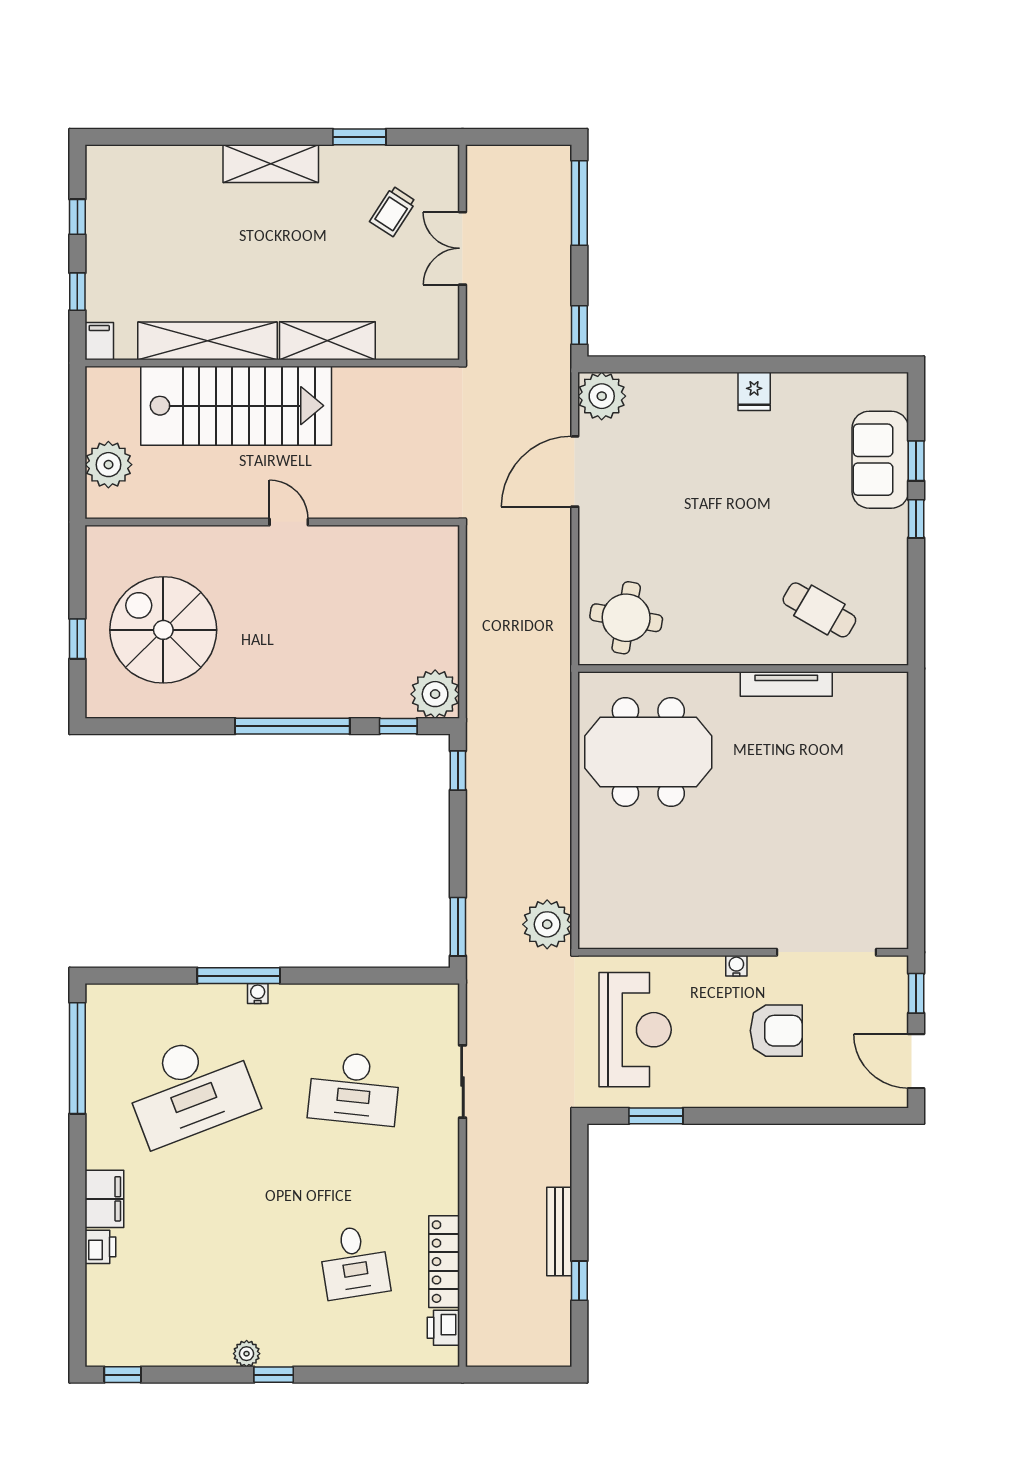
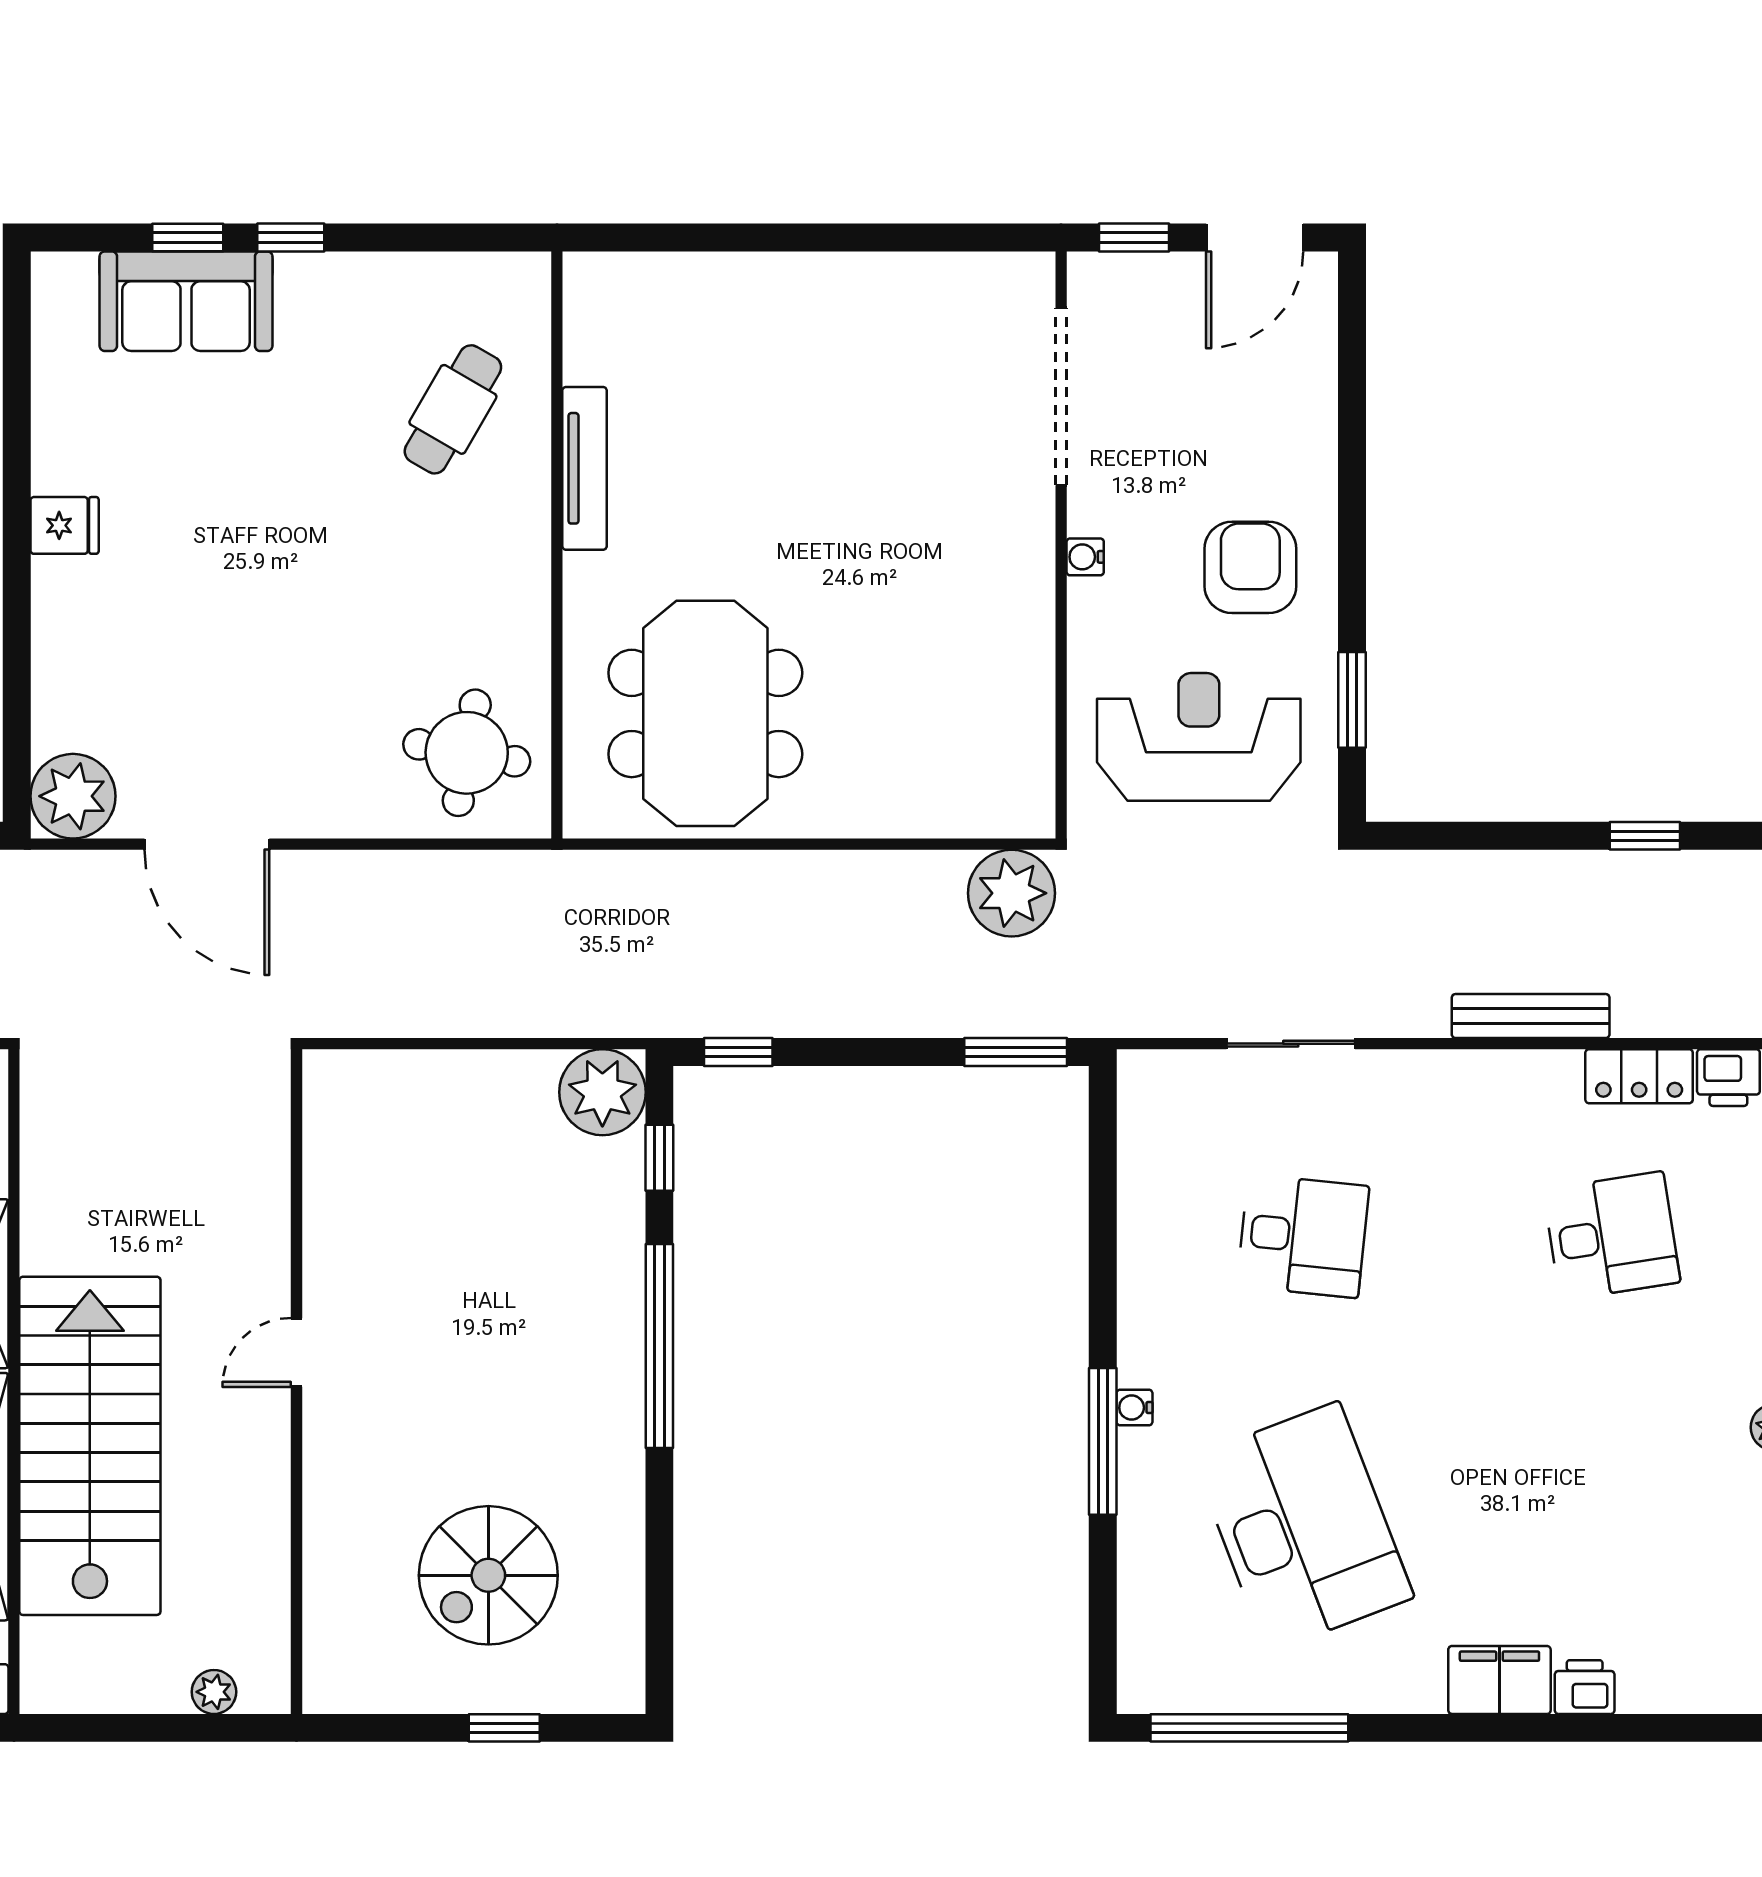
plant: (108, 465) -> (214, 1692), width x0.53, depth x0.53
spiral stairs: (163, 630) -> (488, 1575), width x0.73, depth x0.73
armchair: (776, 1031) -> (1250, 567), moved
desk: (354, 1088) -> (1303, 1236), width x0.73
bench: (559, 1231) -> (1531, 1016), moved
locker: (444, 1262) -> (1639, 1076), width x0.66

